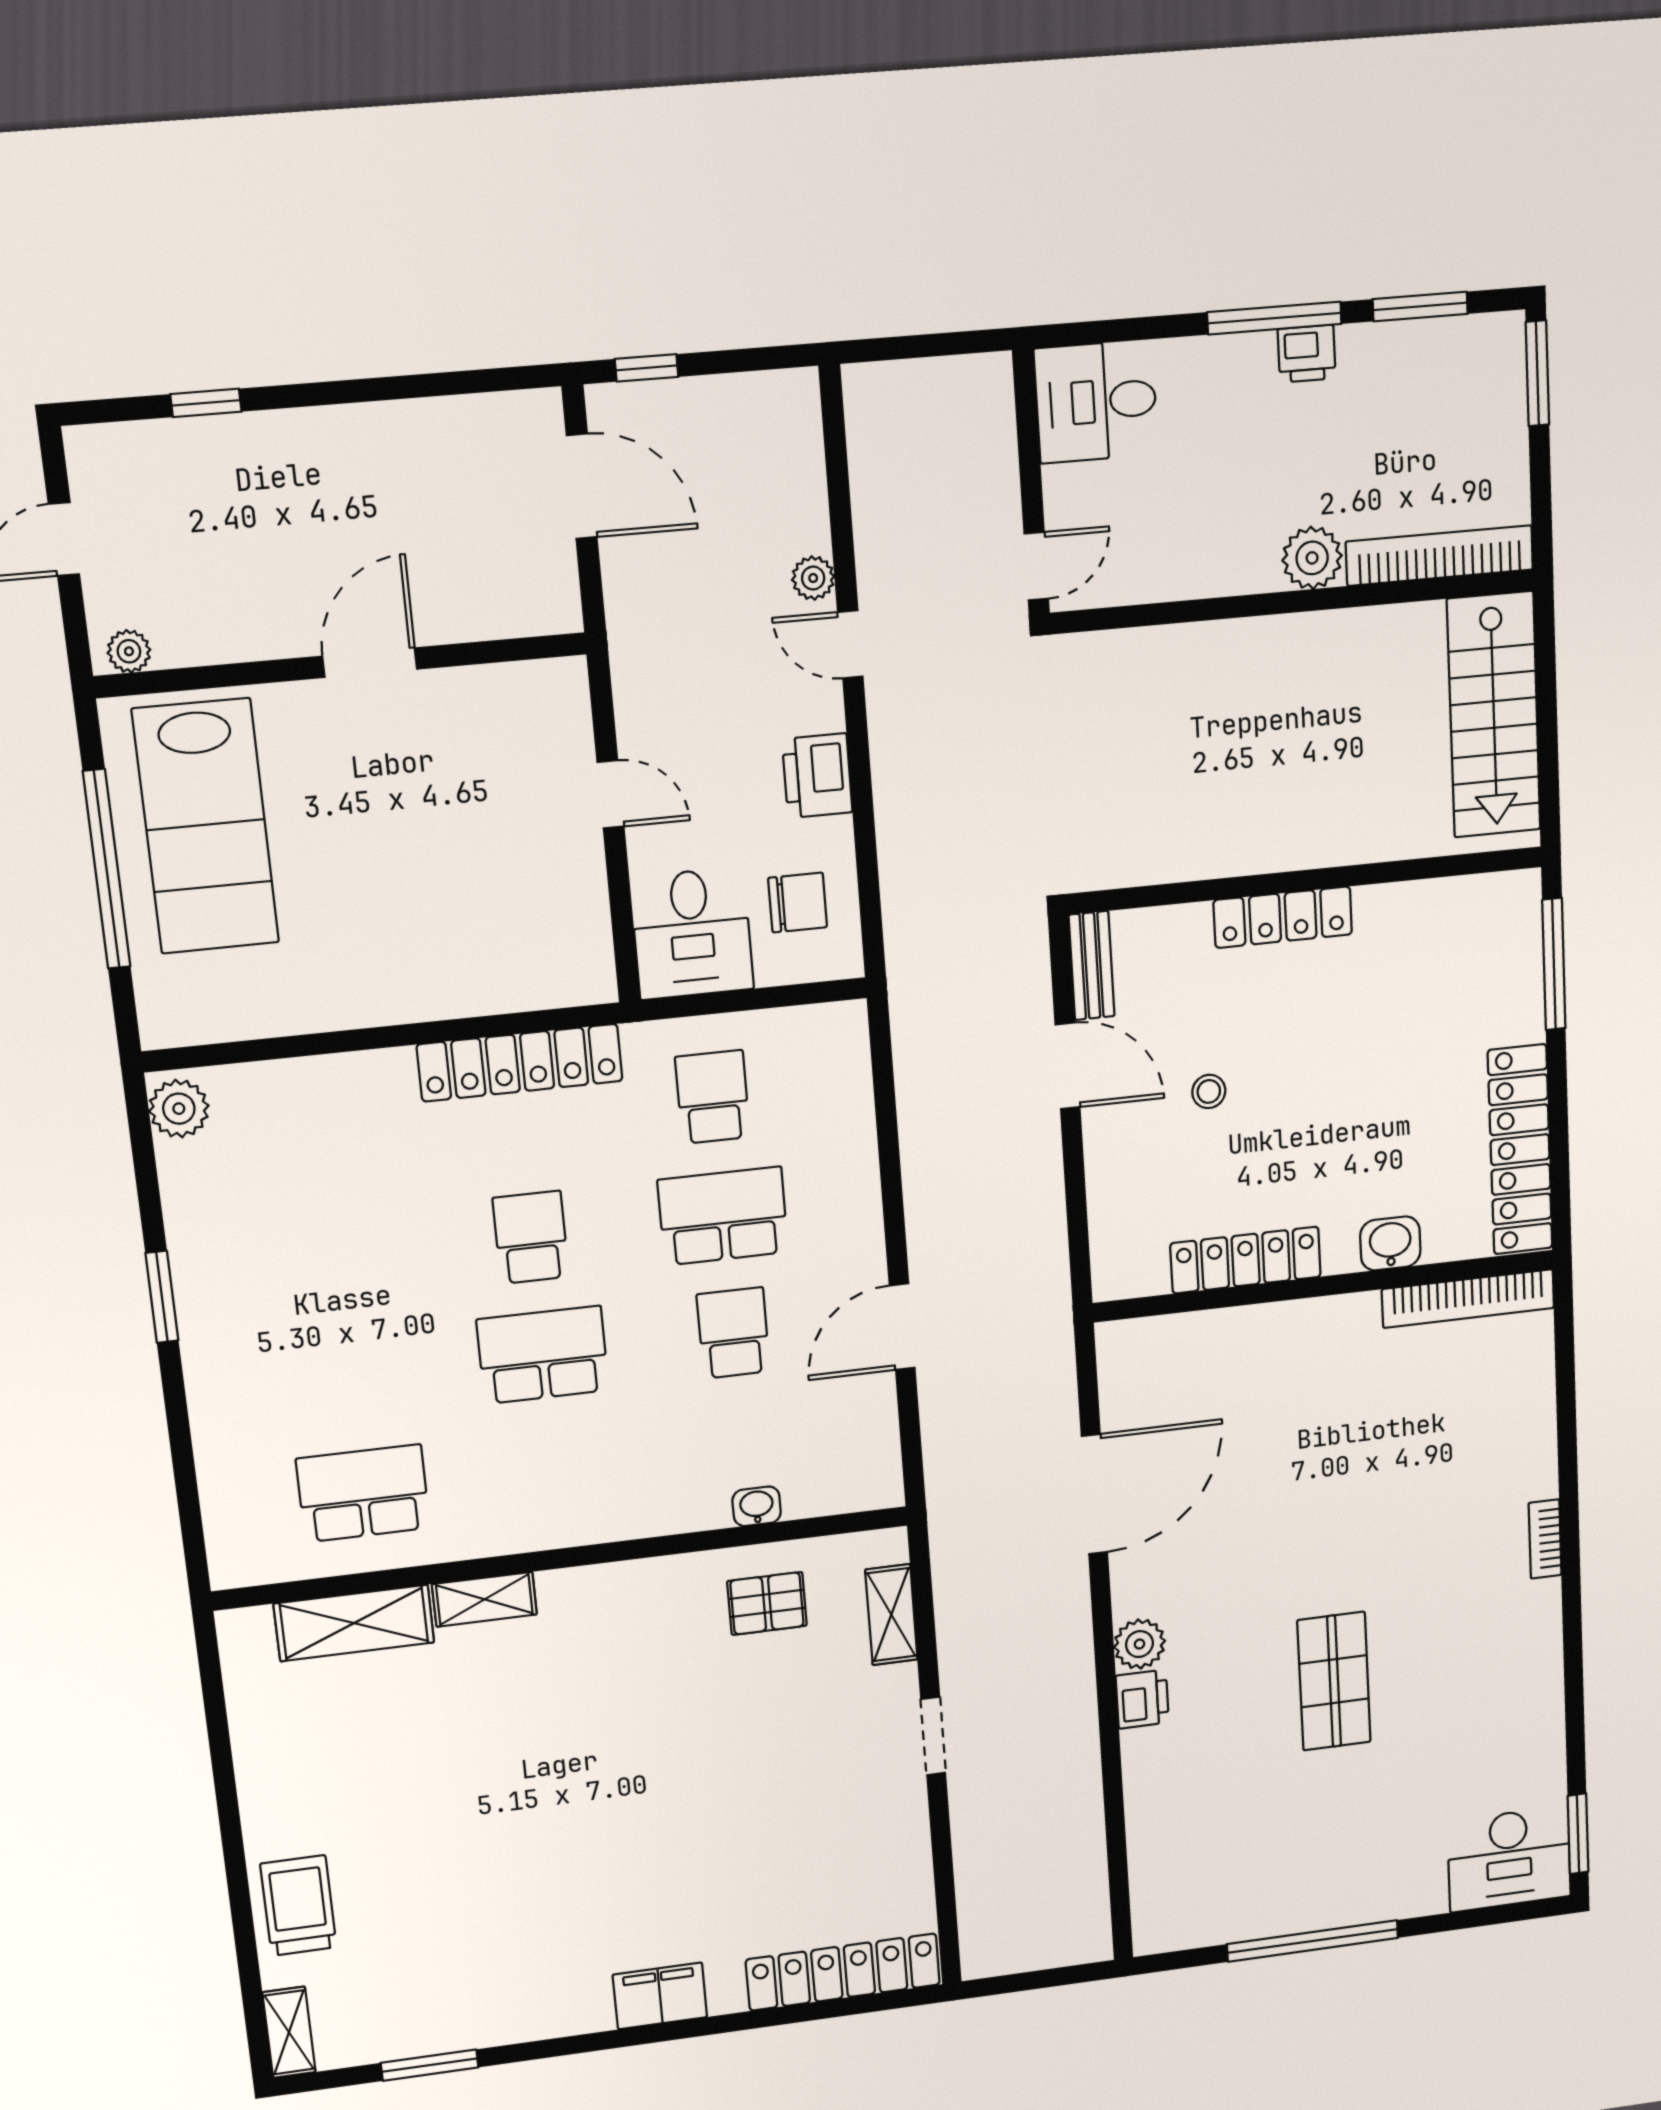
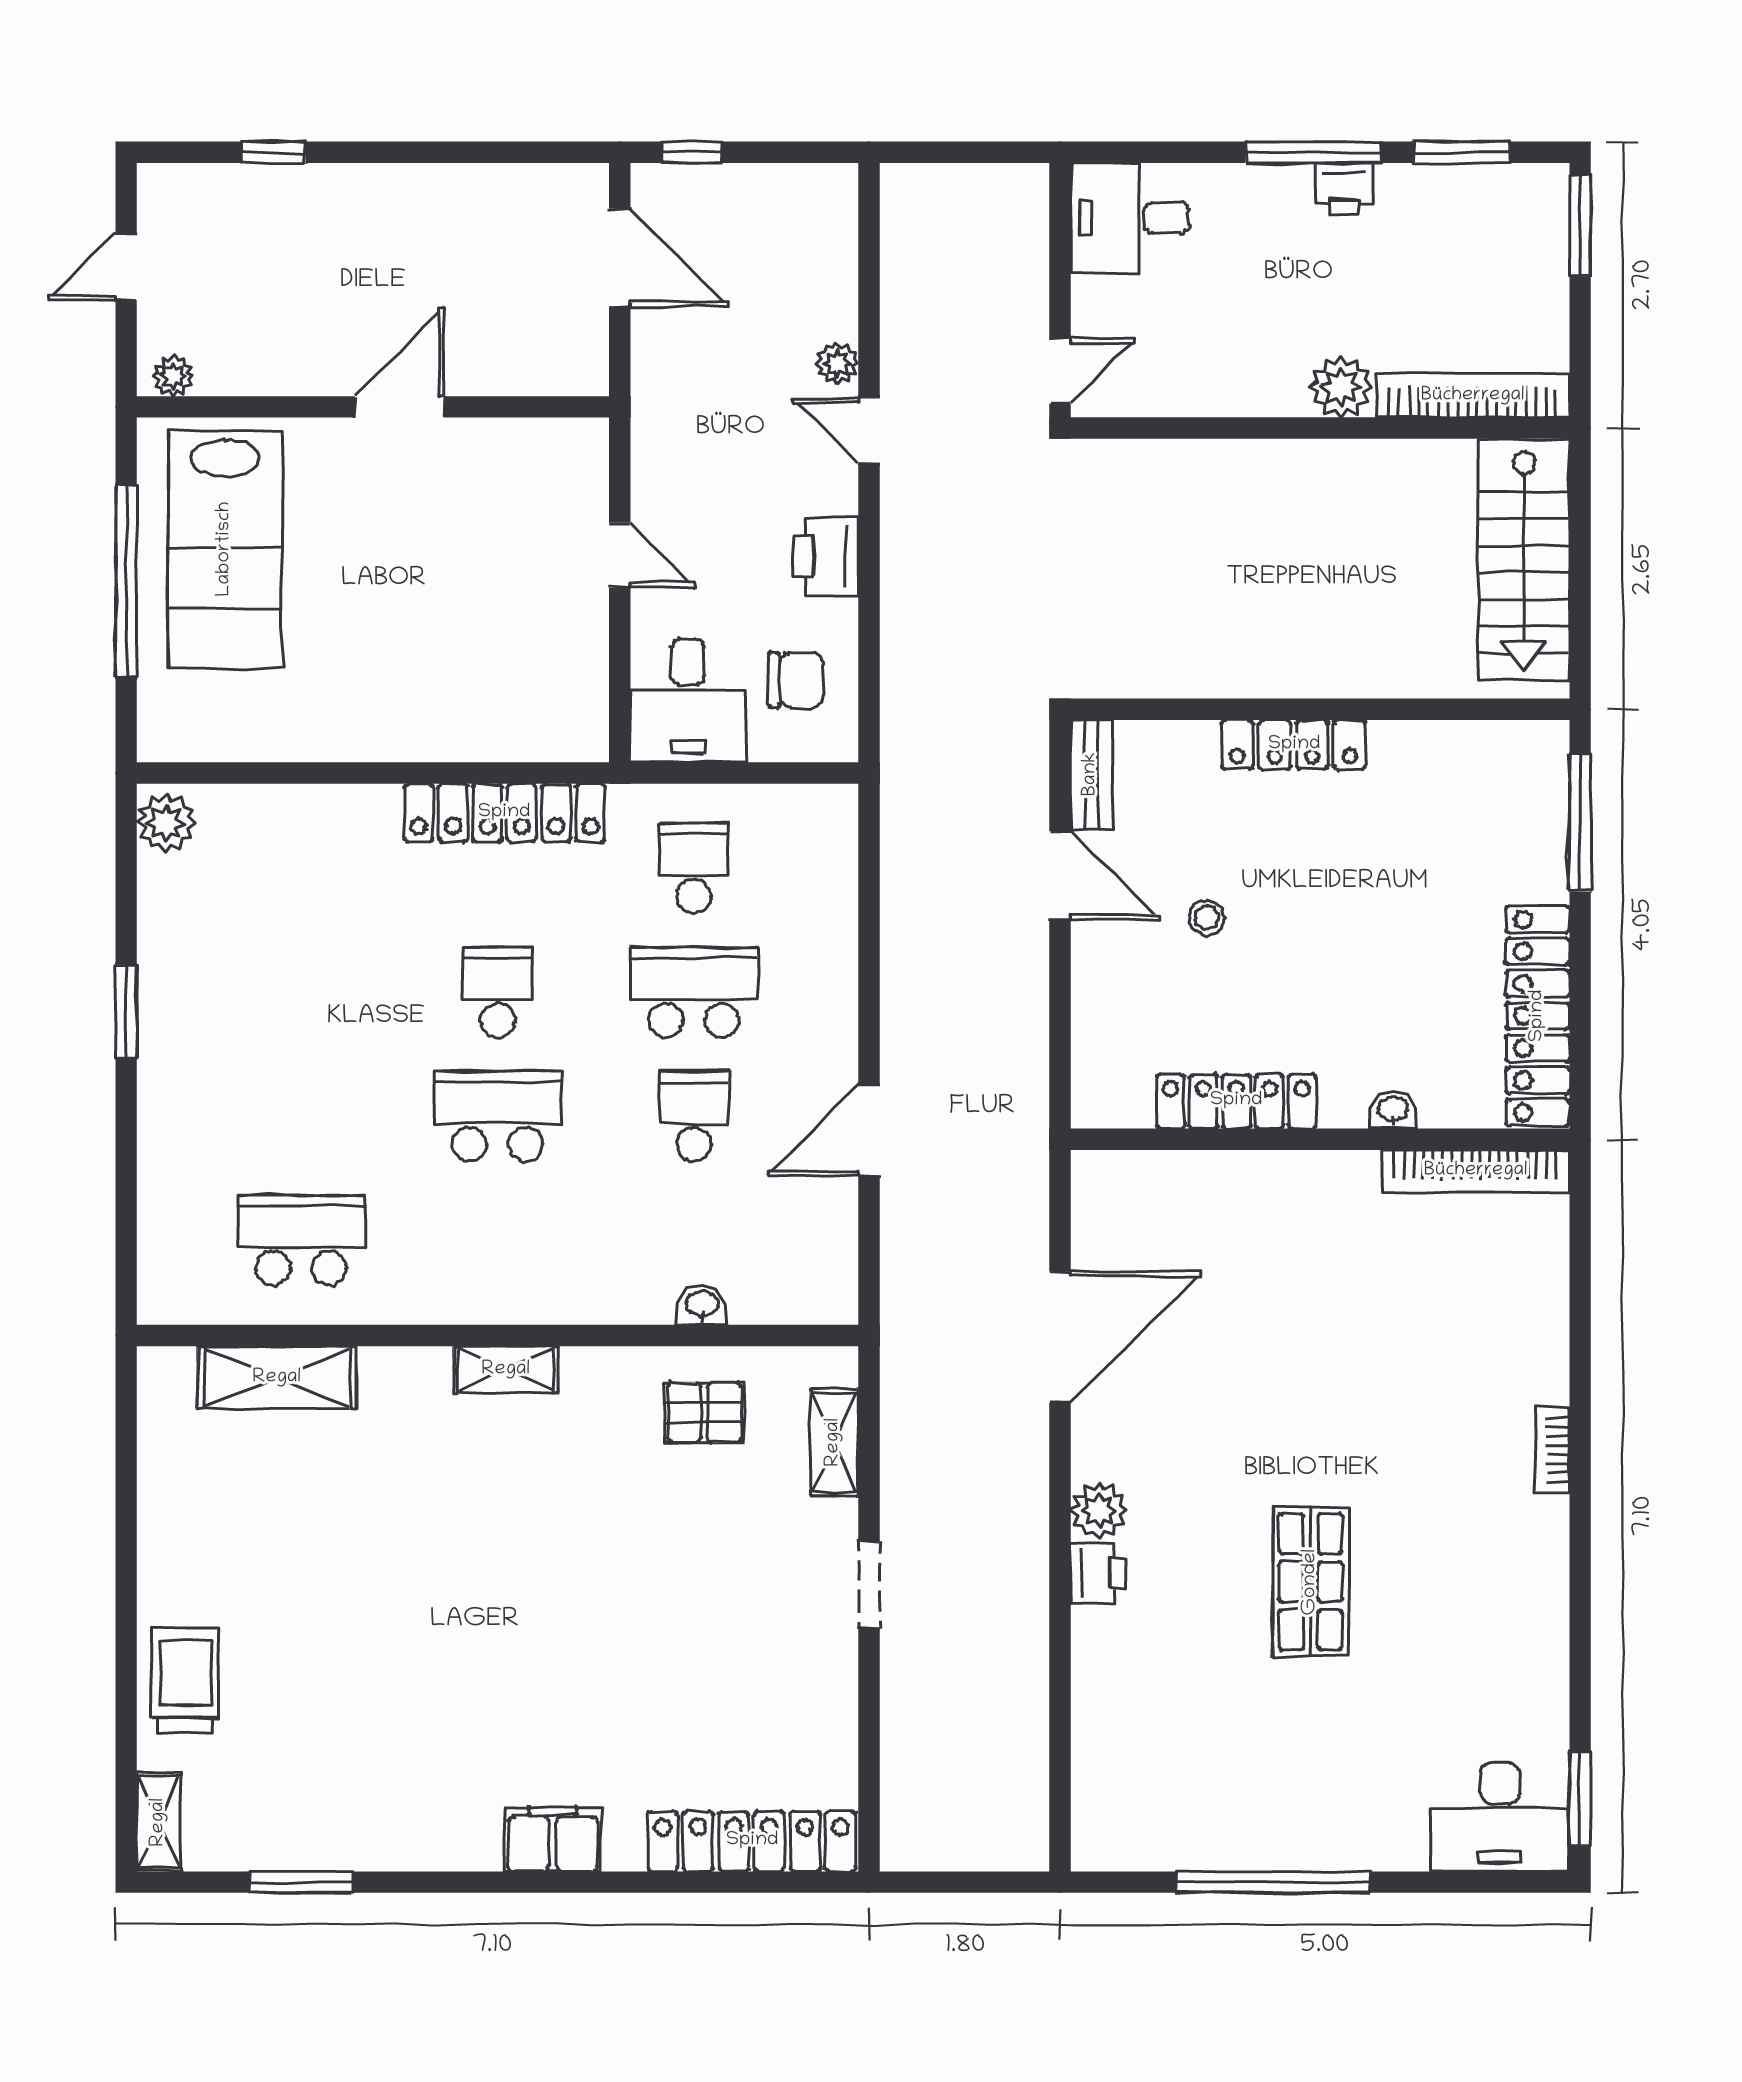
washbasin: (1390, 1243) -> (1393, 1110), width x0.72, depth x0.69
shelving: (484, 1599) -> (506, 1370), moved

